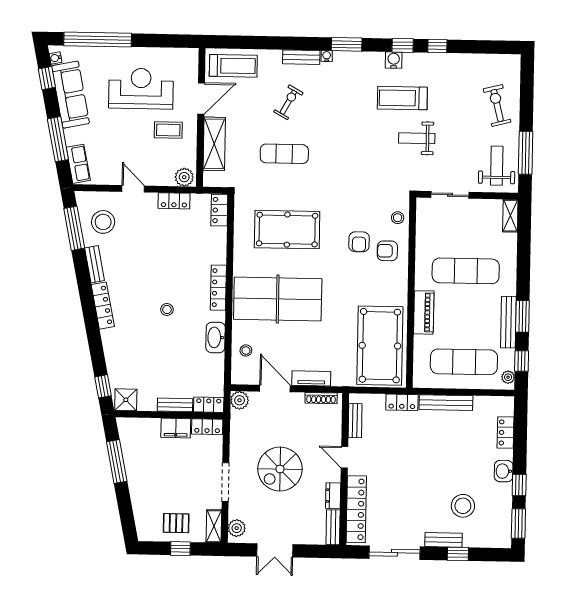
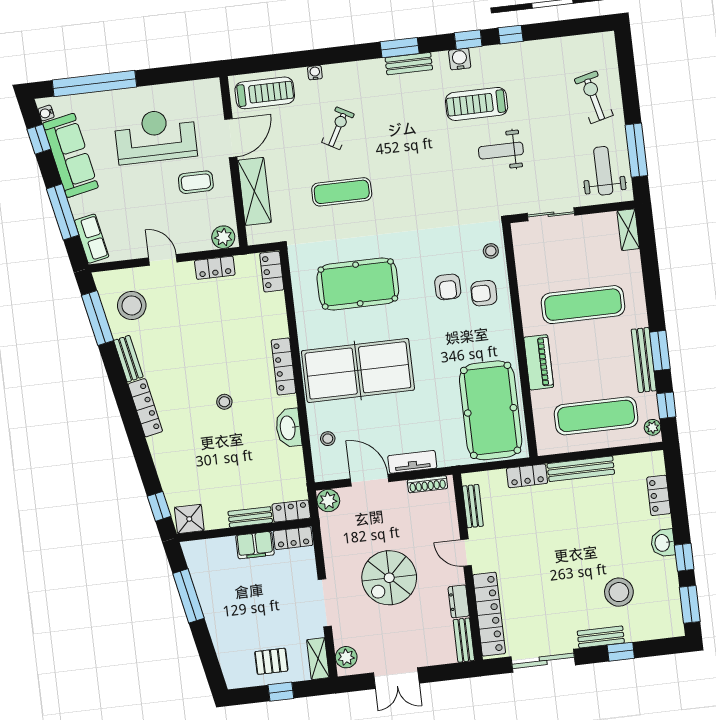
water cooler: (327, 56) -> (315, 73), moved
bench: (301, 57) -> (409, 64), moved

